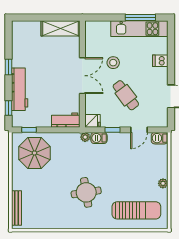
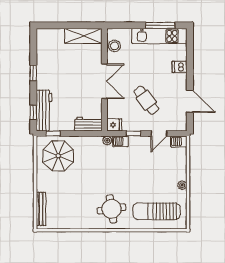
stool: (113, 63) -> (114, 46), moved
workbench: (20, 89) -> (44, 111), moved
round table: (86, 192) -> (112, 209), moved
sun lounger: (136, 210) -> (157, 211), turned 180

